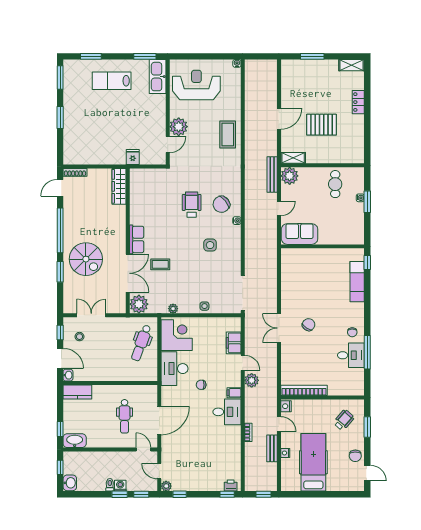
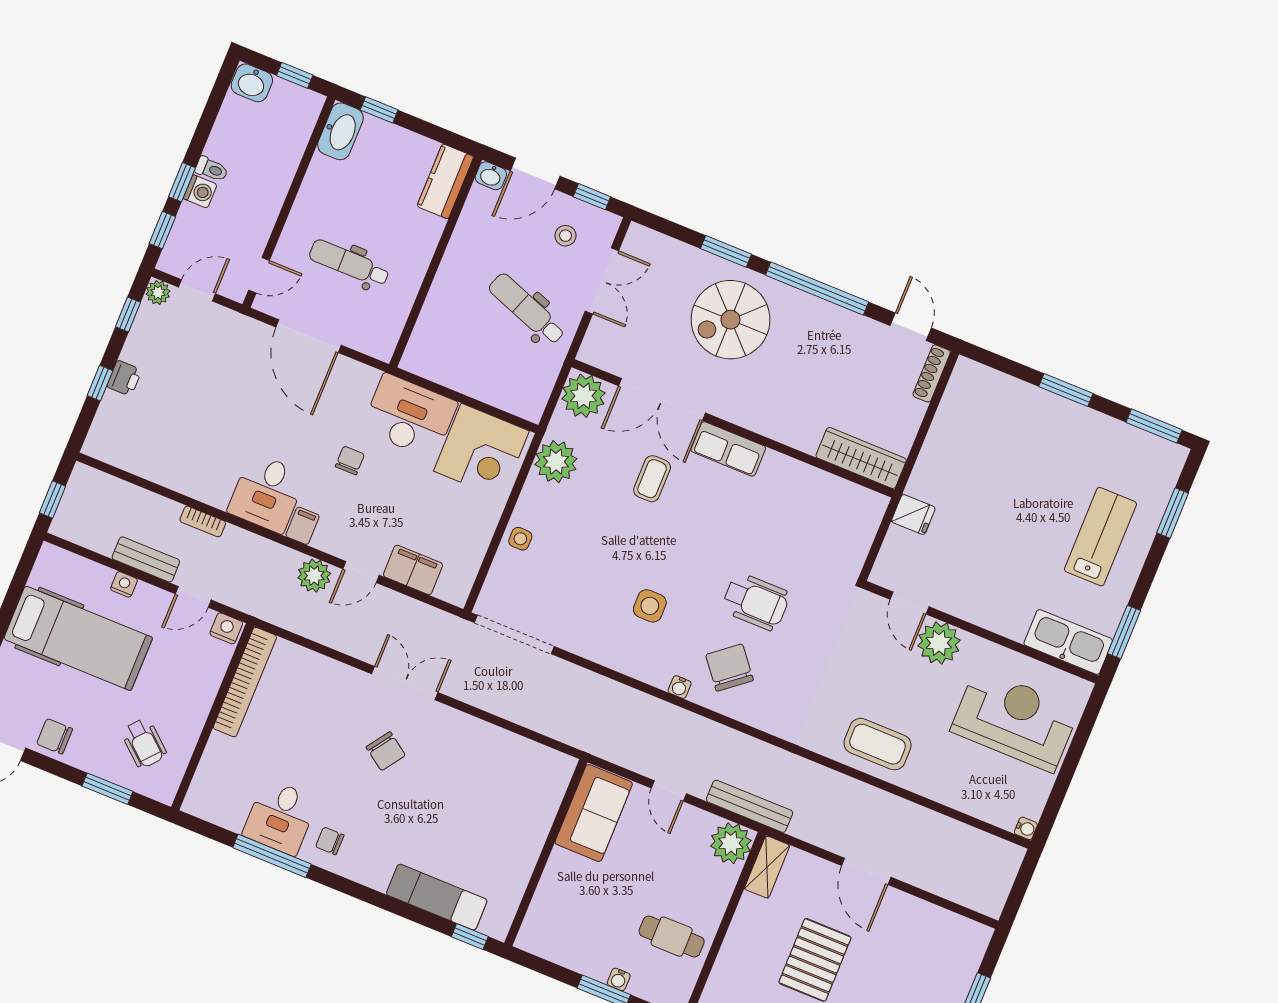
reception desk: (196, 85) -> (1015, 720), turned -90
plant: (173, 309) -> (556, 462), width x1.87, depth x1.87
dental chair: (141, 343) -> (527, 309), moved
printer: (231, 486) -> (124, 378), moved
window: (227, 494) -> (100, 383), moved

